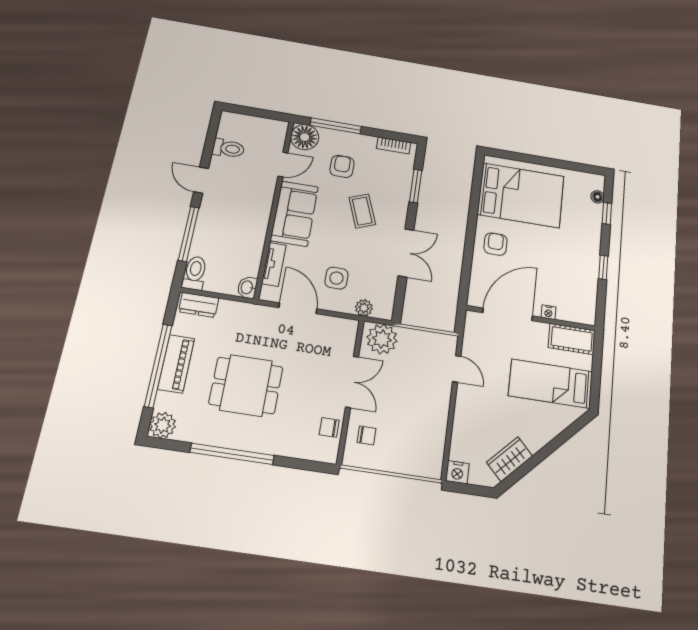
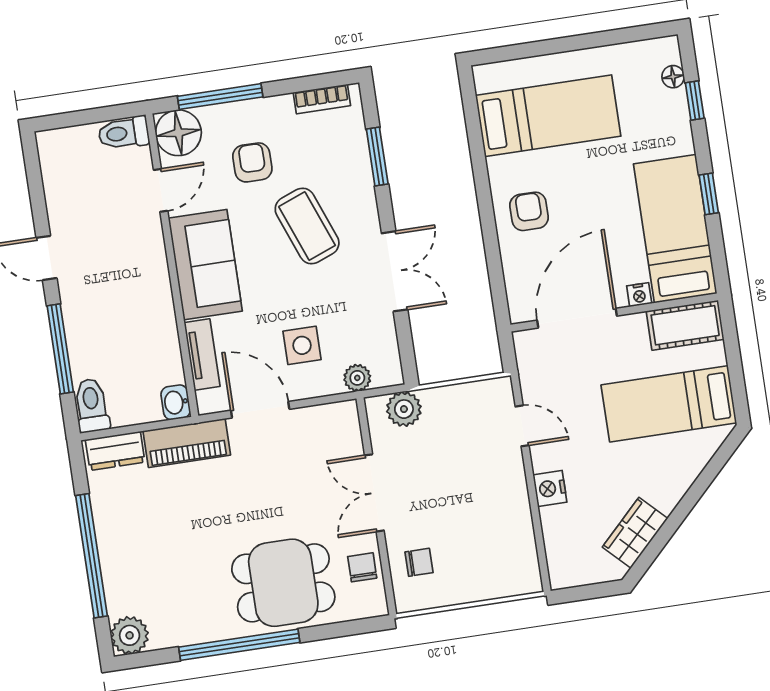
toilet: (228, 148) -> (124, 133), moved, turned 180
bed: (521, 195) -> (548, 116), width x0.67
coffee table: (362, 211) -> (307, 226), width x1.36, depth x1.30
bed: (579, 281) -> (675, 229), added
plant: (382, 339) -> (404, 409), width x0.73, depth x0.73
piano: (176, 364) -> (187, 443), moved, turned 90
double door: (352, 382) -> (374, 493), swing flipped
dining table: (246, 385) -> (283, 583), moved
chair: (329, 427) -> (362, 567), turned 90
nightstand: (457, 472) -> (550, 488), moved, turned 90

